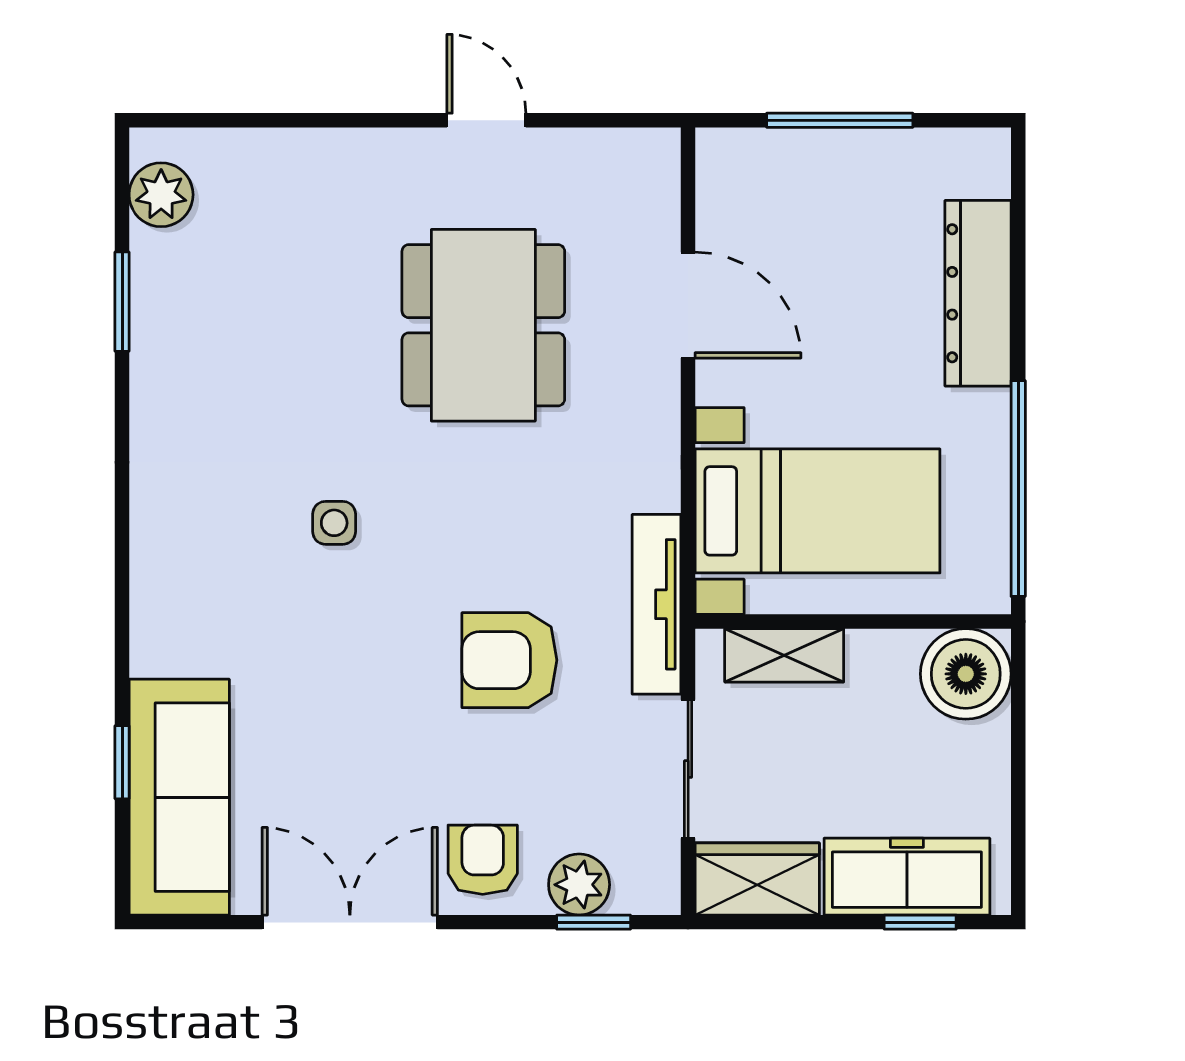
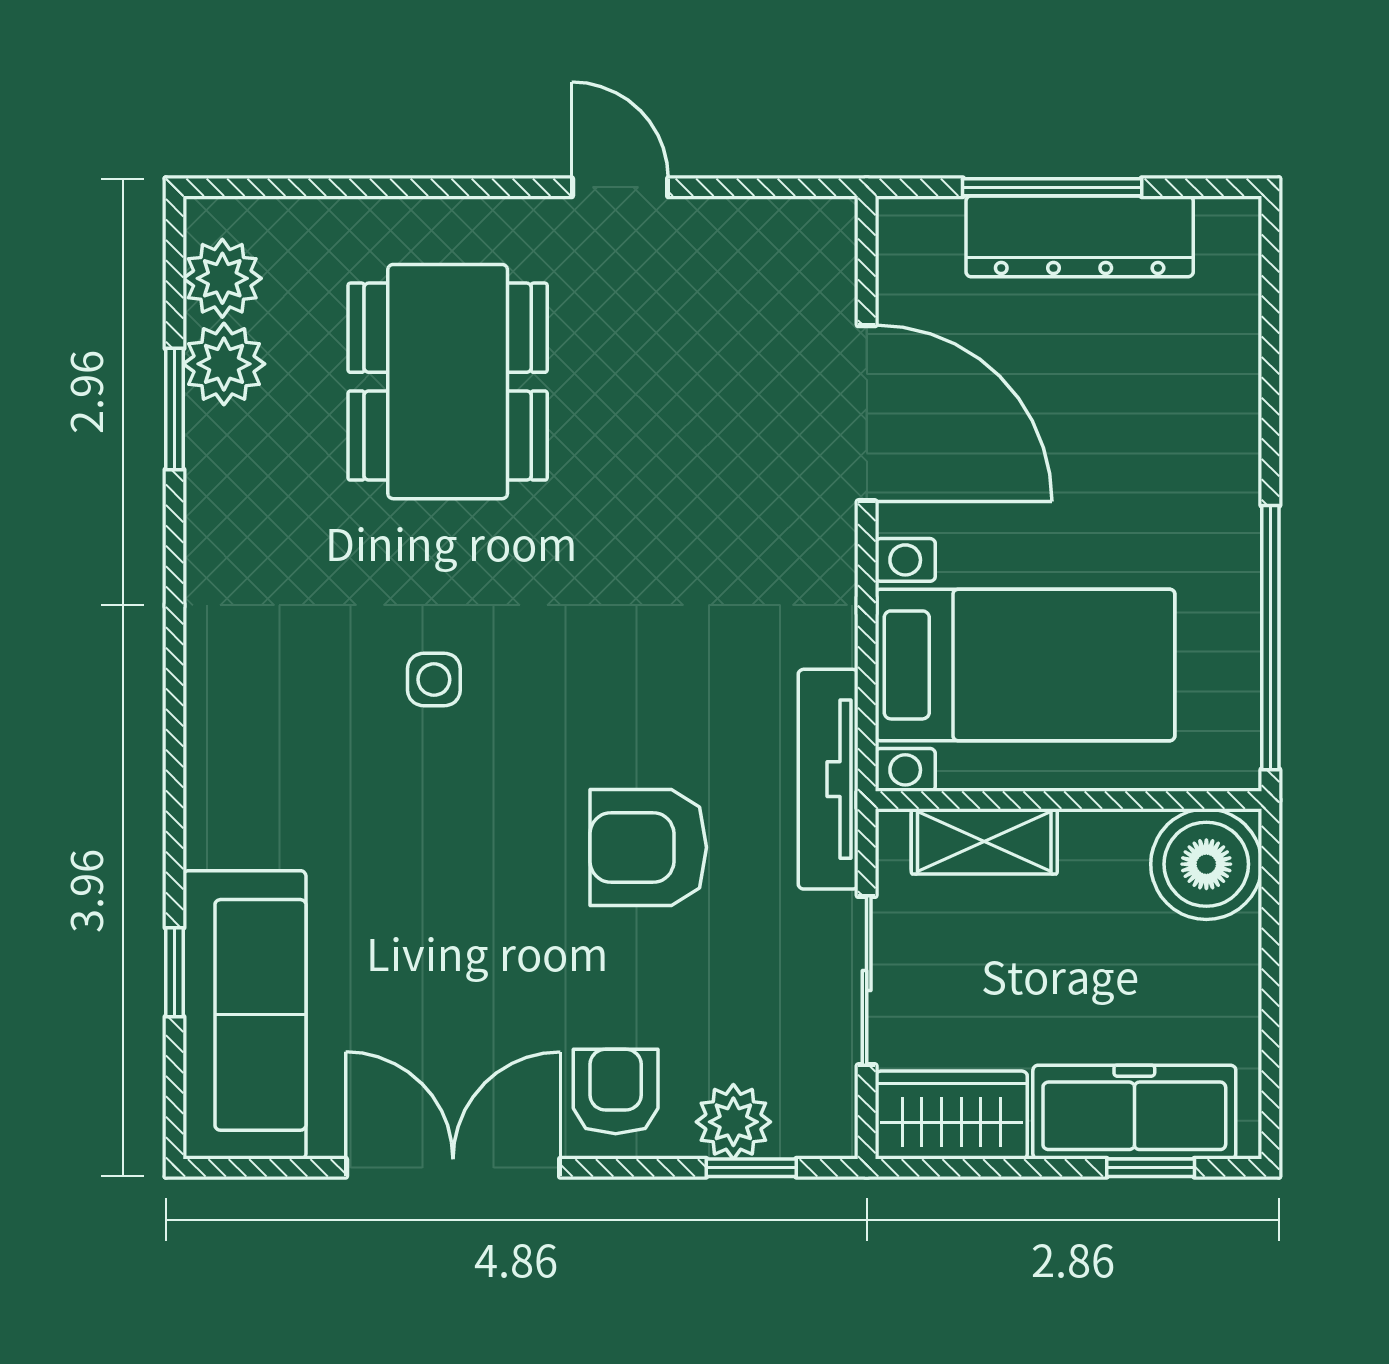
plant: (162, 265) -> (224, 364), added
dresser: (978, 293) -> (1080, 236), moved, turned -90
door: (688, 305) -> (867, 413), width x1.36
dining table: (483, 325) -> (448, 382), moved

